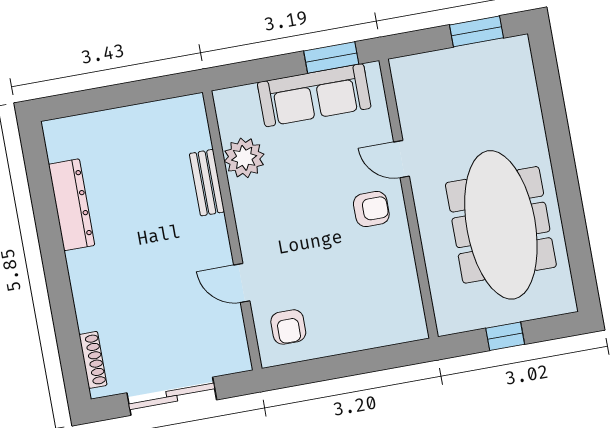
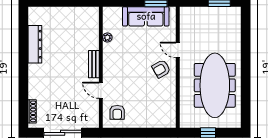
plant: (244, 158) -> (107, 38), width x0.53, depth x0.53
bench: (207, 183) -> (94, 64), moved
armchair: (371, 209) -> (161, 69), turned 150

